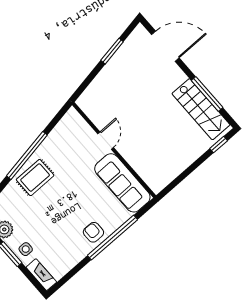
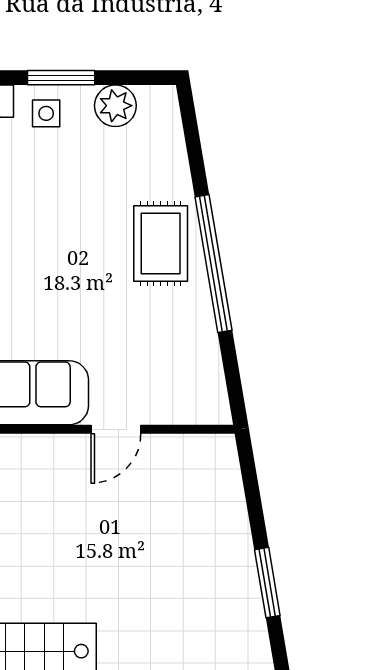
door: (106, 141) -> (116, 429), hinge flipped

